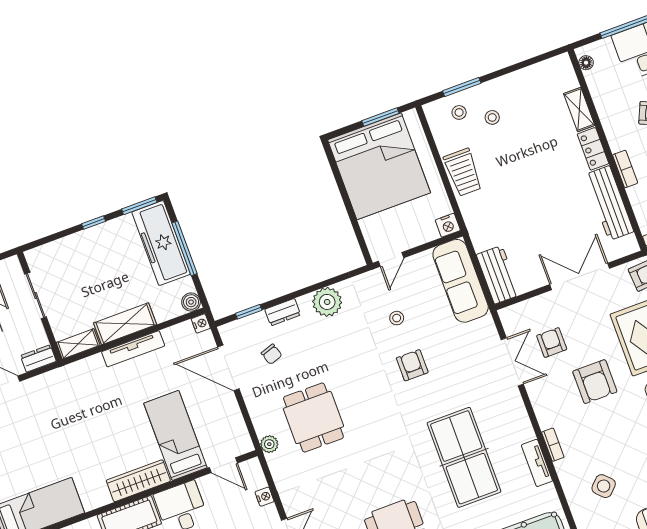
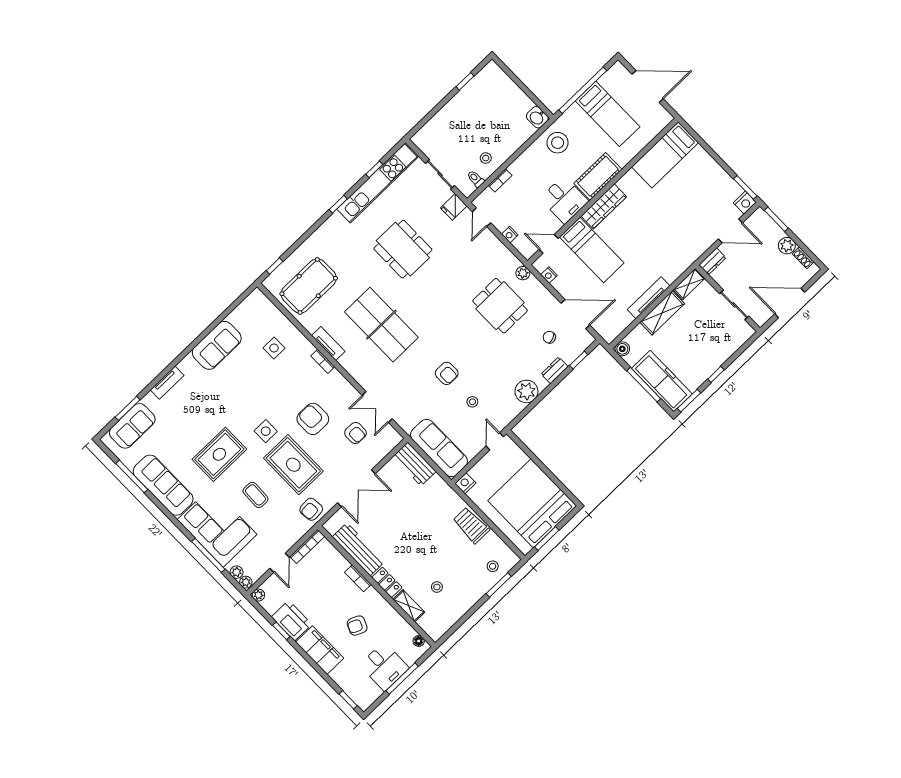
stool: (492, 117) -> (437, 587), moved
nightstand: (201, 323) -> (549, 275), moved
side table: (604, 486) -> (274, 348), turned 45

